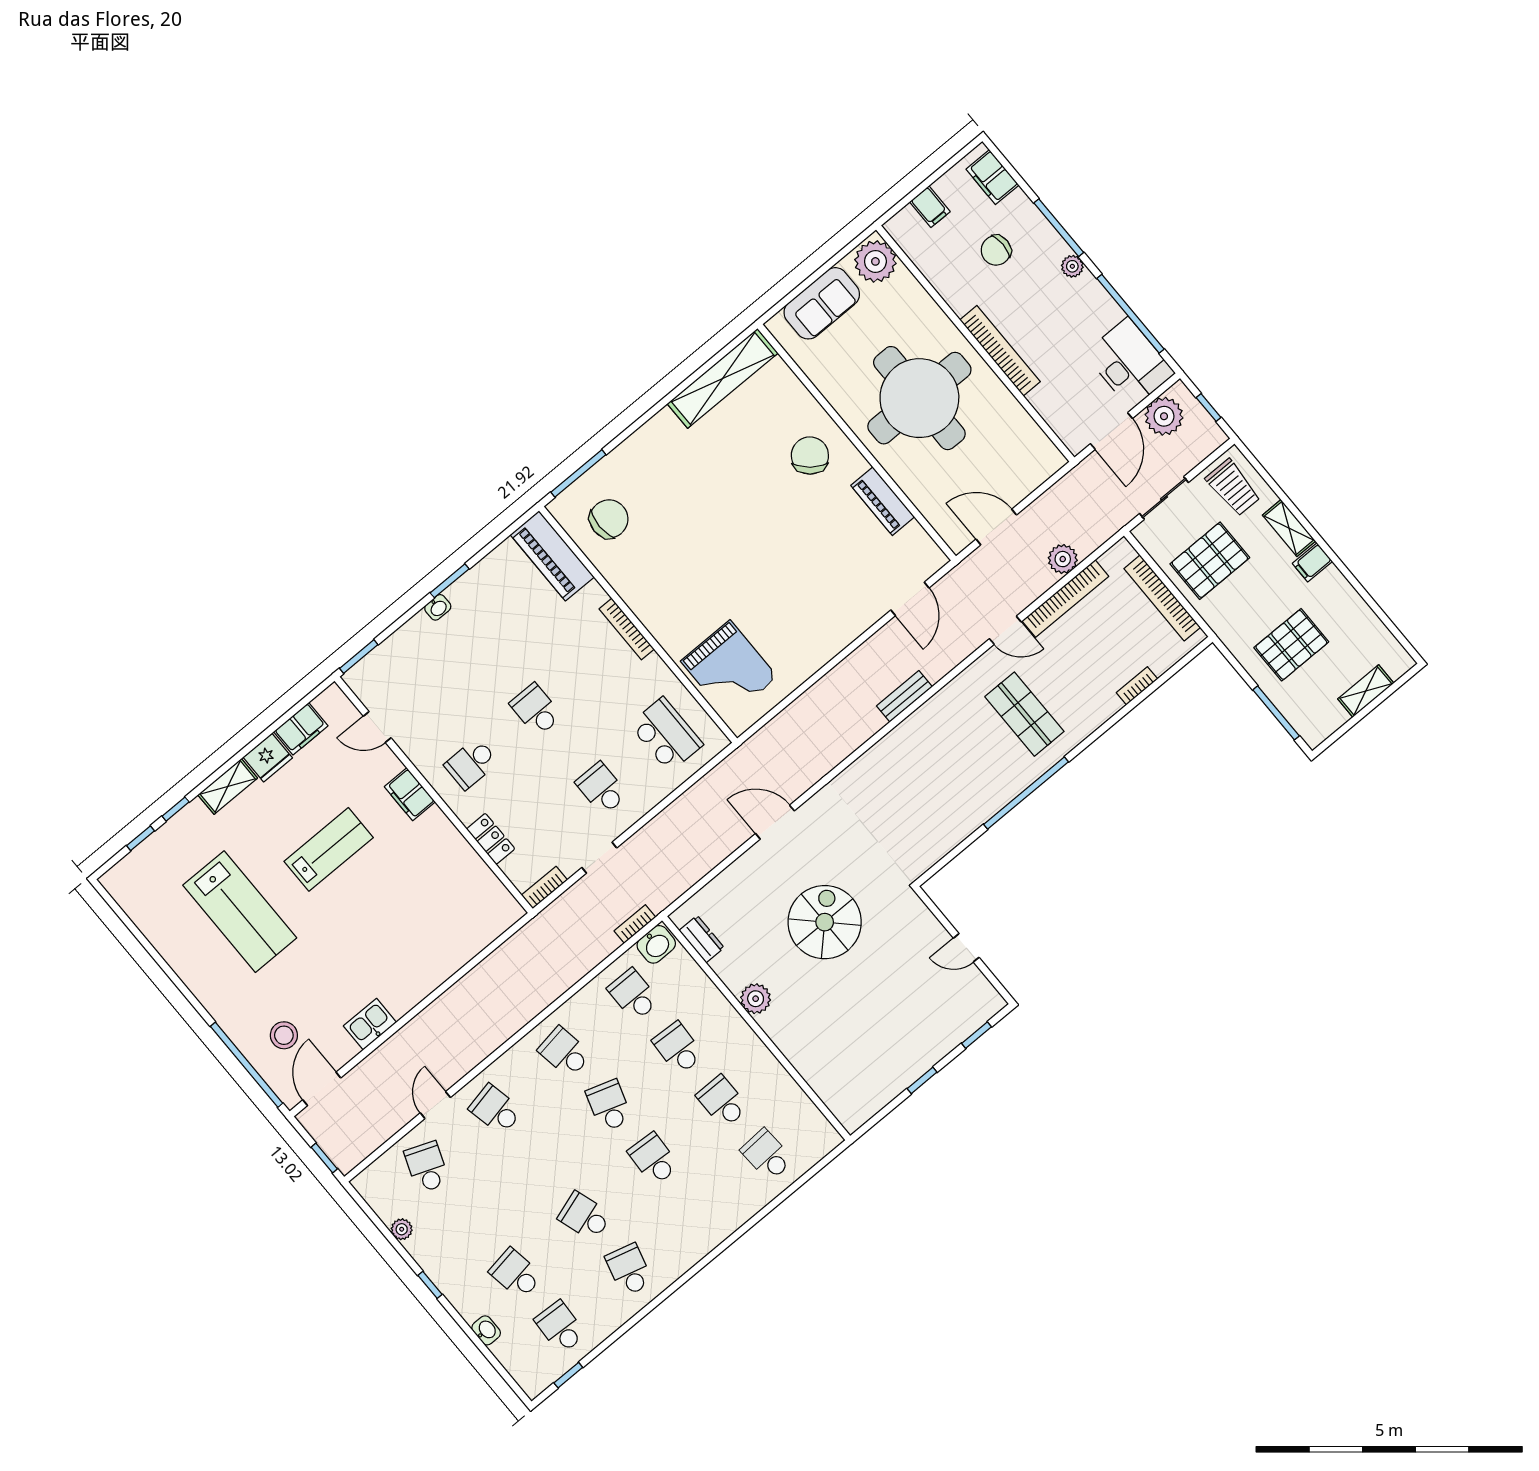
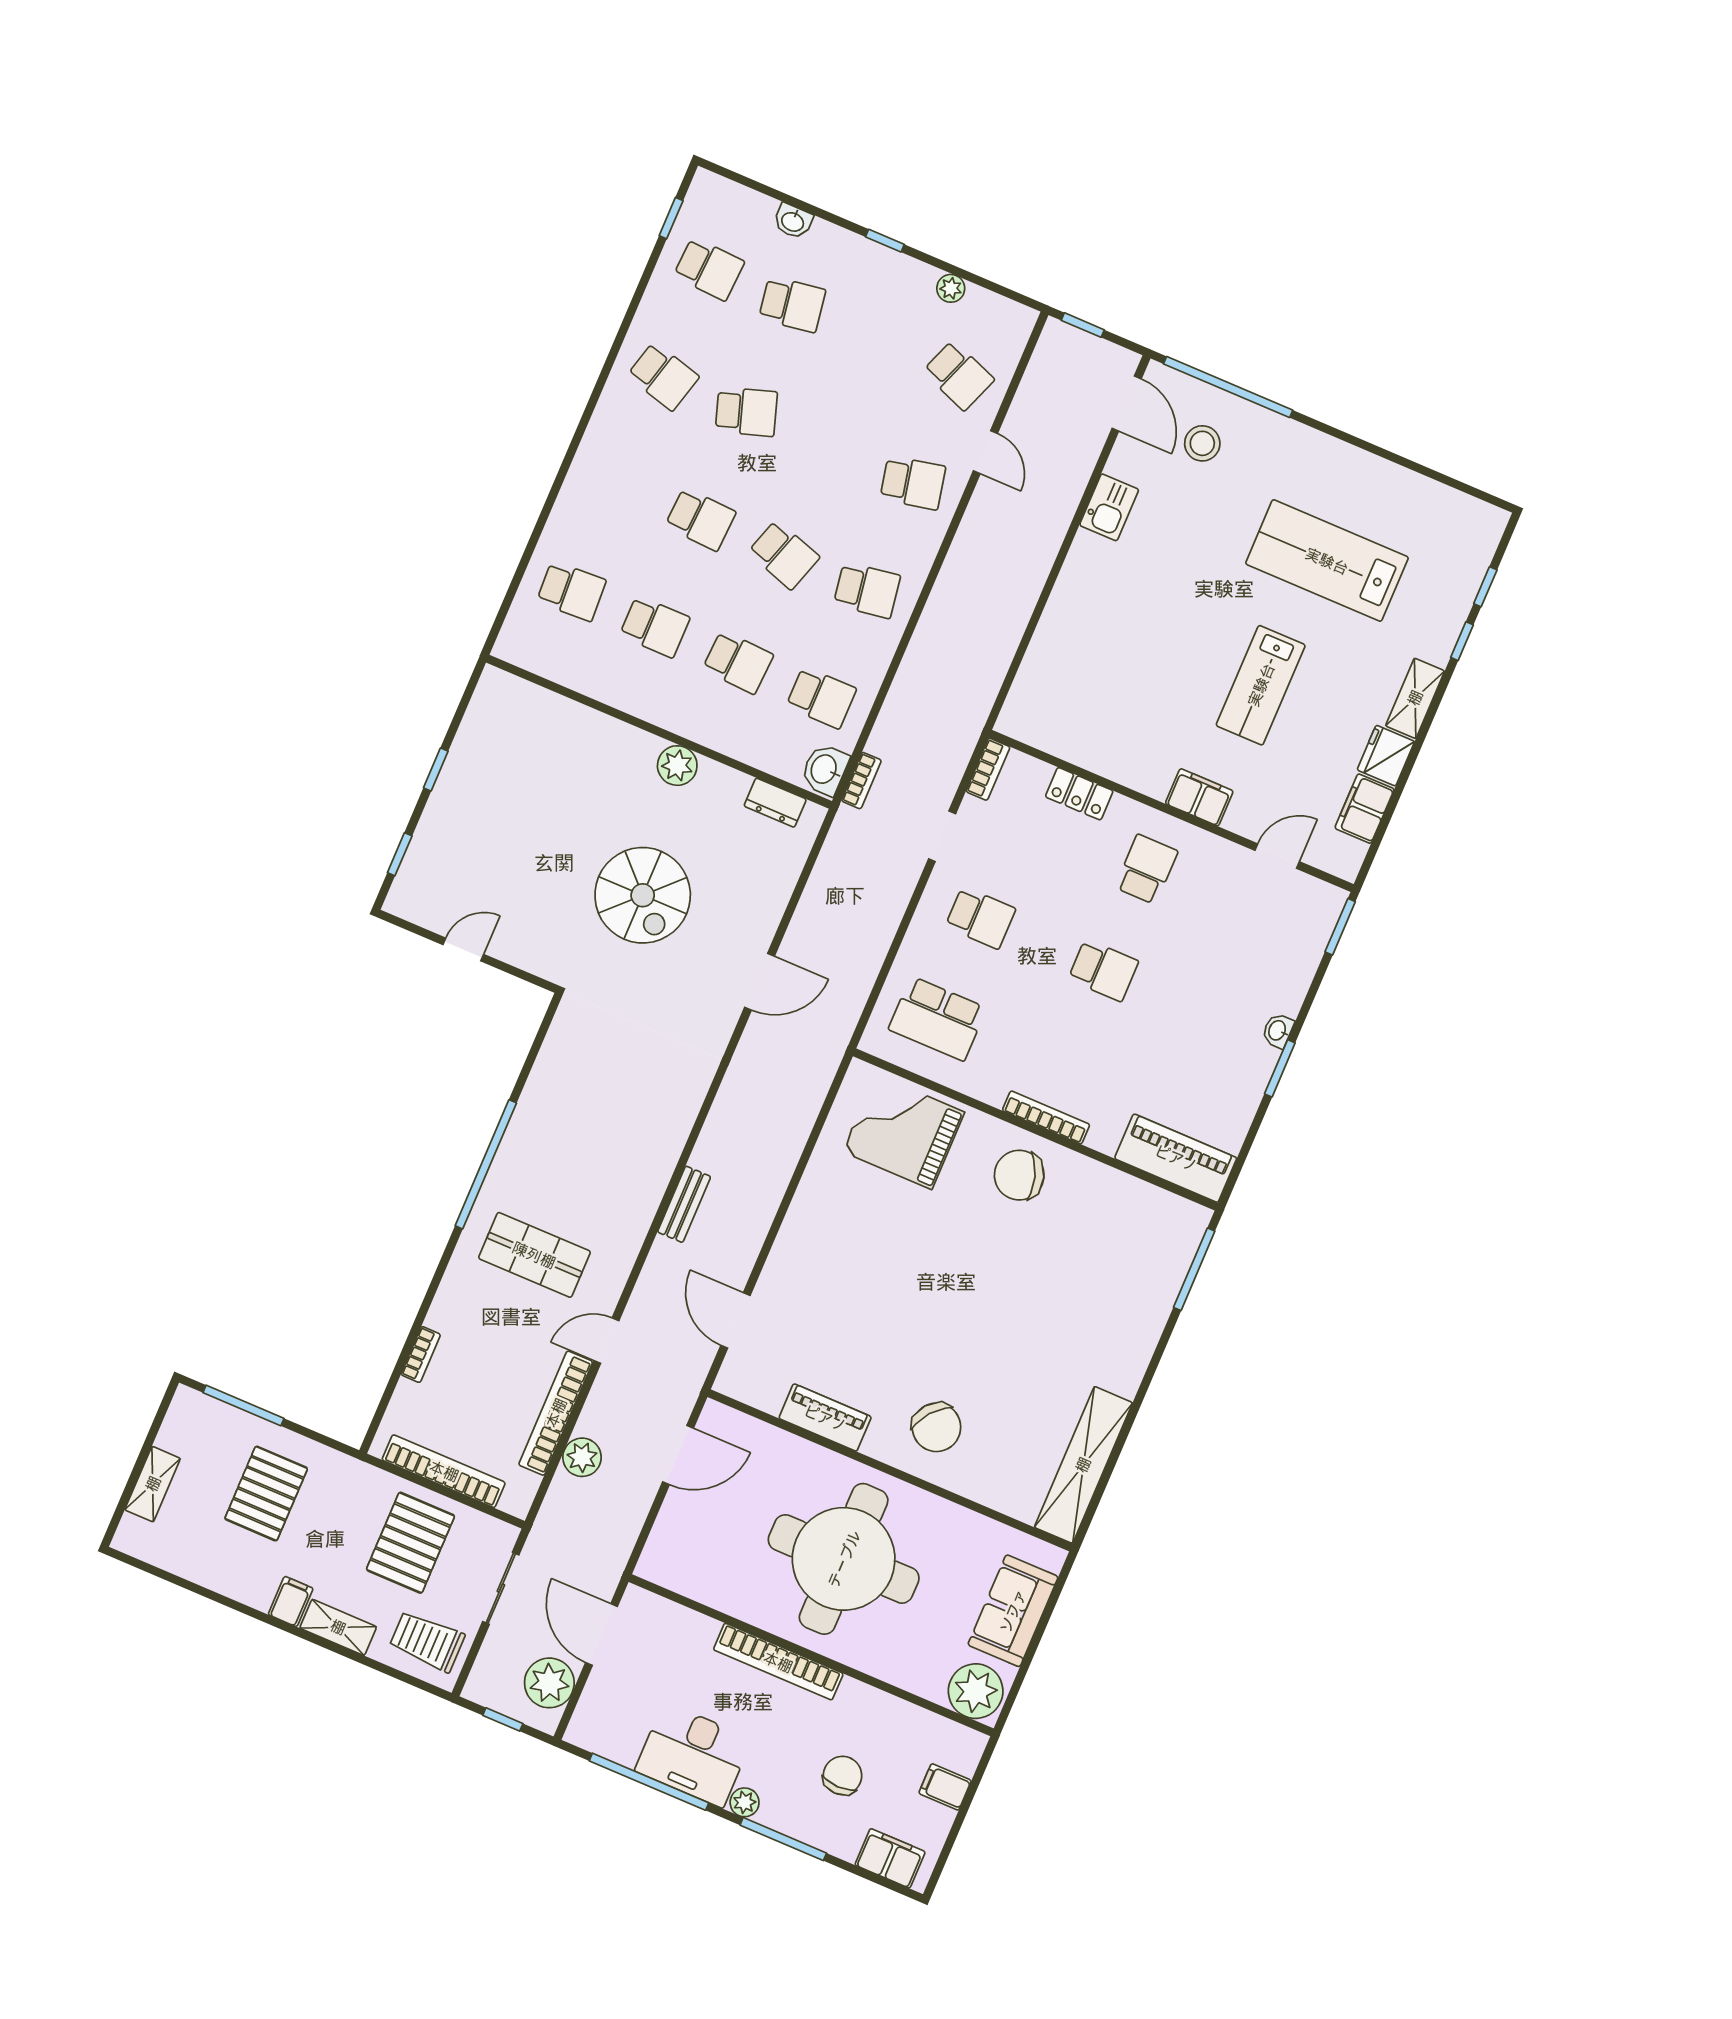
desk: (1129, 363) -> (693, 1755), moved
chair: (609, 519) -> (1019, 1175), moved, turned 72

